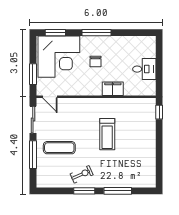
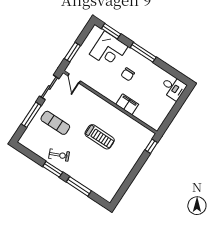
corner desk: (59, 57) -> (109, 50), width x0.74, depth x0.74
desk: (144, 69) -> (173, 88), moved
treadmill: (107, 134) -> (100, 137), turned -90

